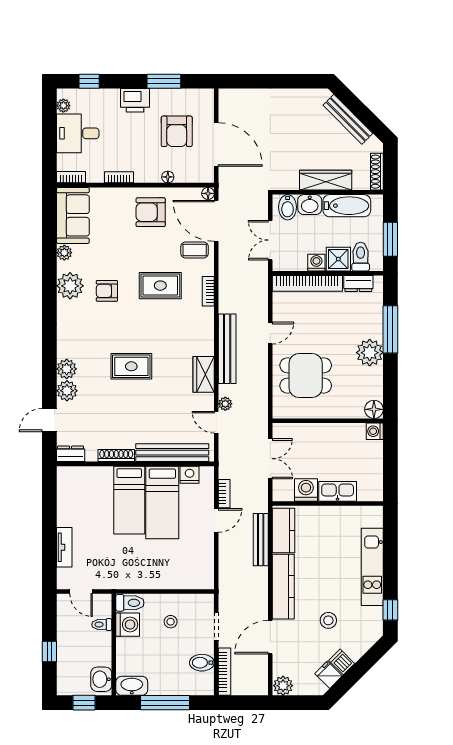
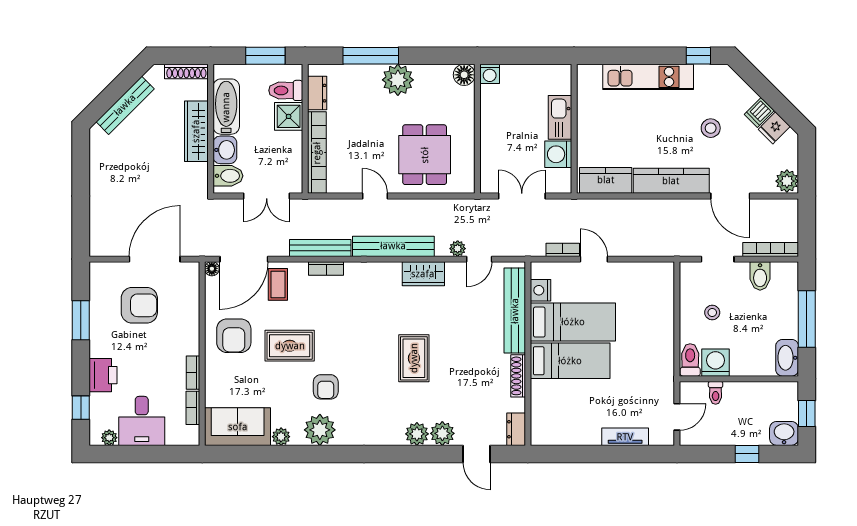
printer: (135, 100) -> (103, 375), moved
bookcase: (71, 177) -> (193, 408), moved
floor lamp: (168, 177) -> (193, 316), removed
washing machine: (316, 263) -> (293, 142), removed
rug: (160, 286) -> (290, 346), moved, turned 90
bench: (261, 540) -> (320, 248), moved
washbasin: (101, 679) -> (784, 433), moved, turned 180

